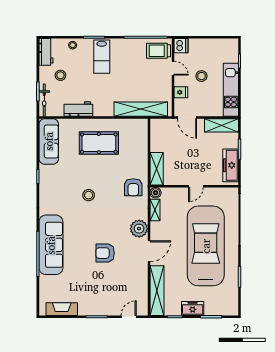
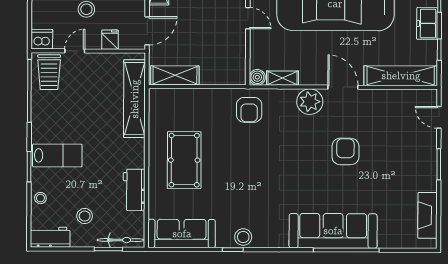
shelving: (157, 169) -> (175, 75), moved
armchair: (133, 187) -> (249, 110), turned 90
stool: (89, 195) -> (243, 237), moved
armchair: (105, 253) -> (345, 151), turned 180

